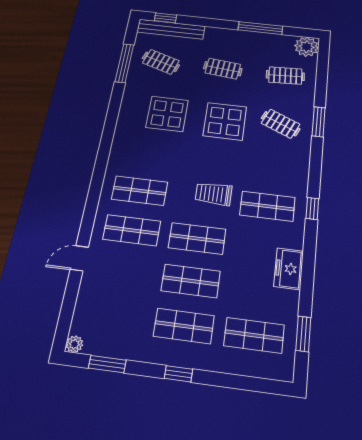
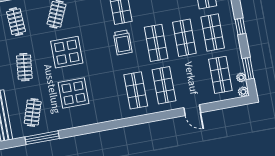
shop shelf: (115, 317) -> (220, 75), added
plant: (98, 348) -> (241, 77), added

